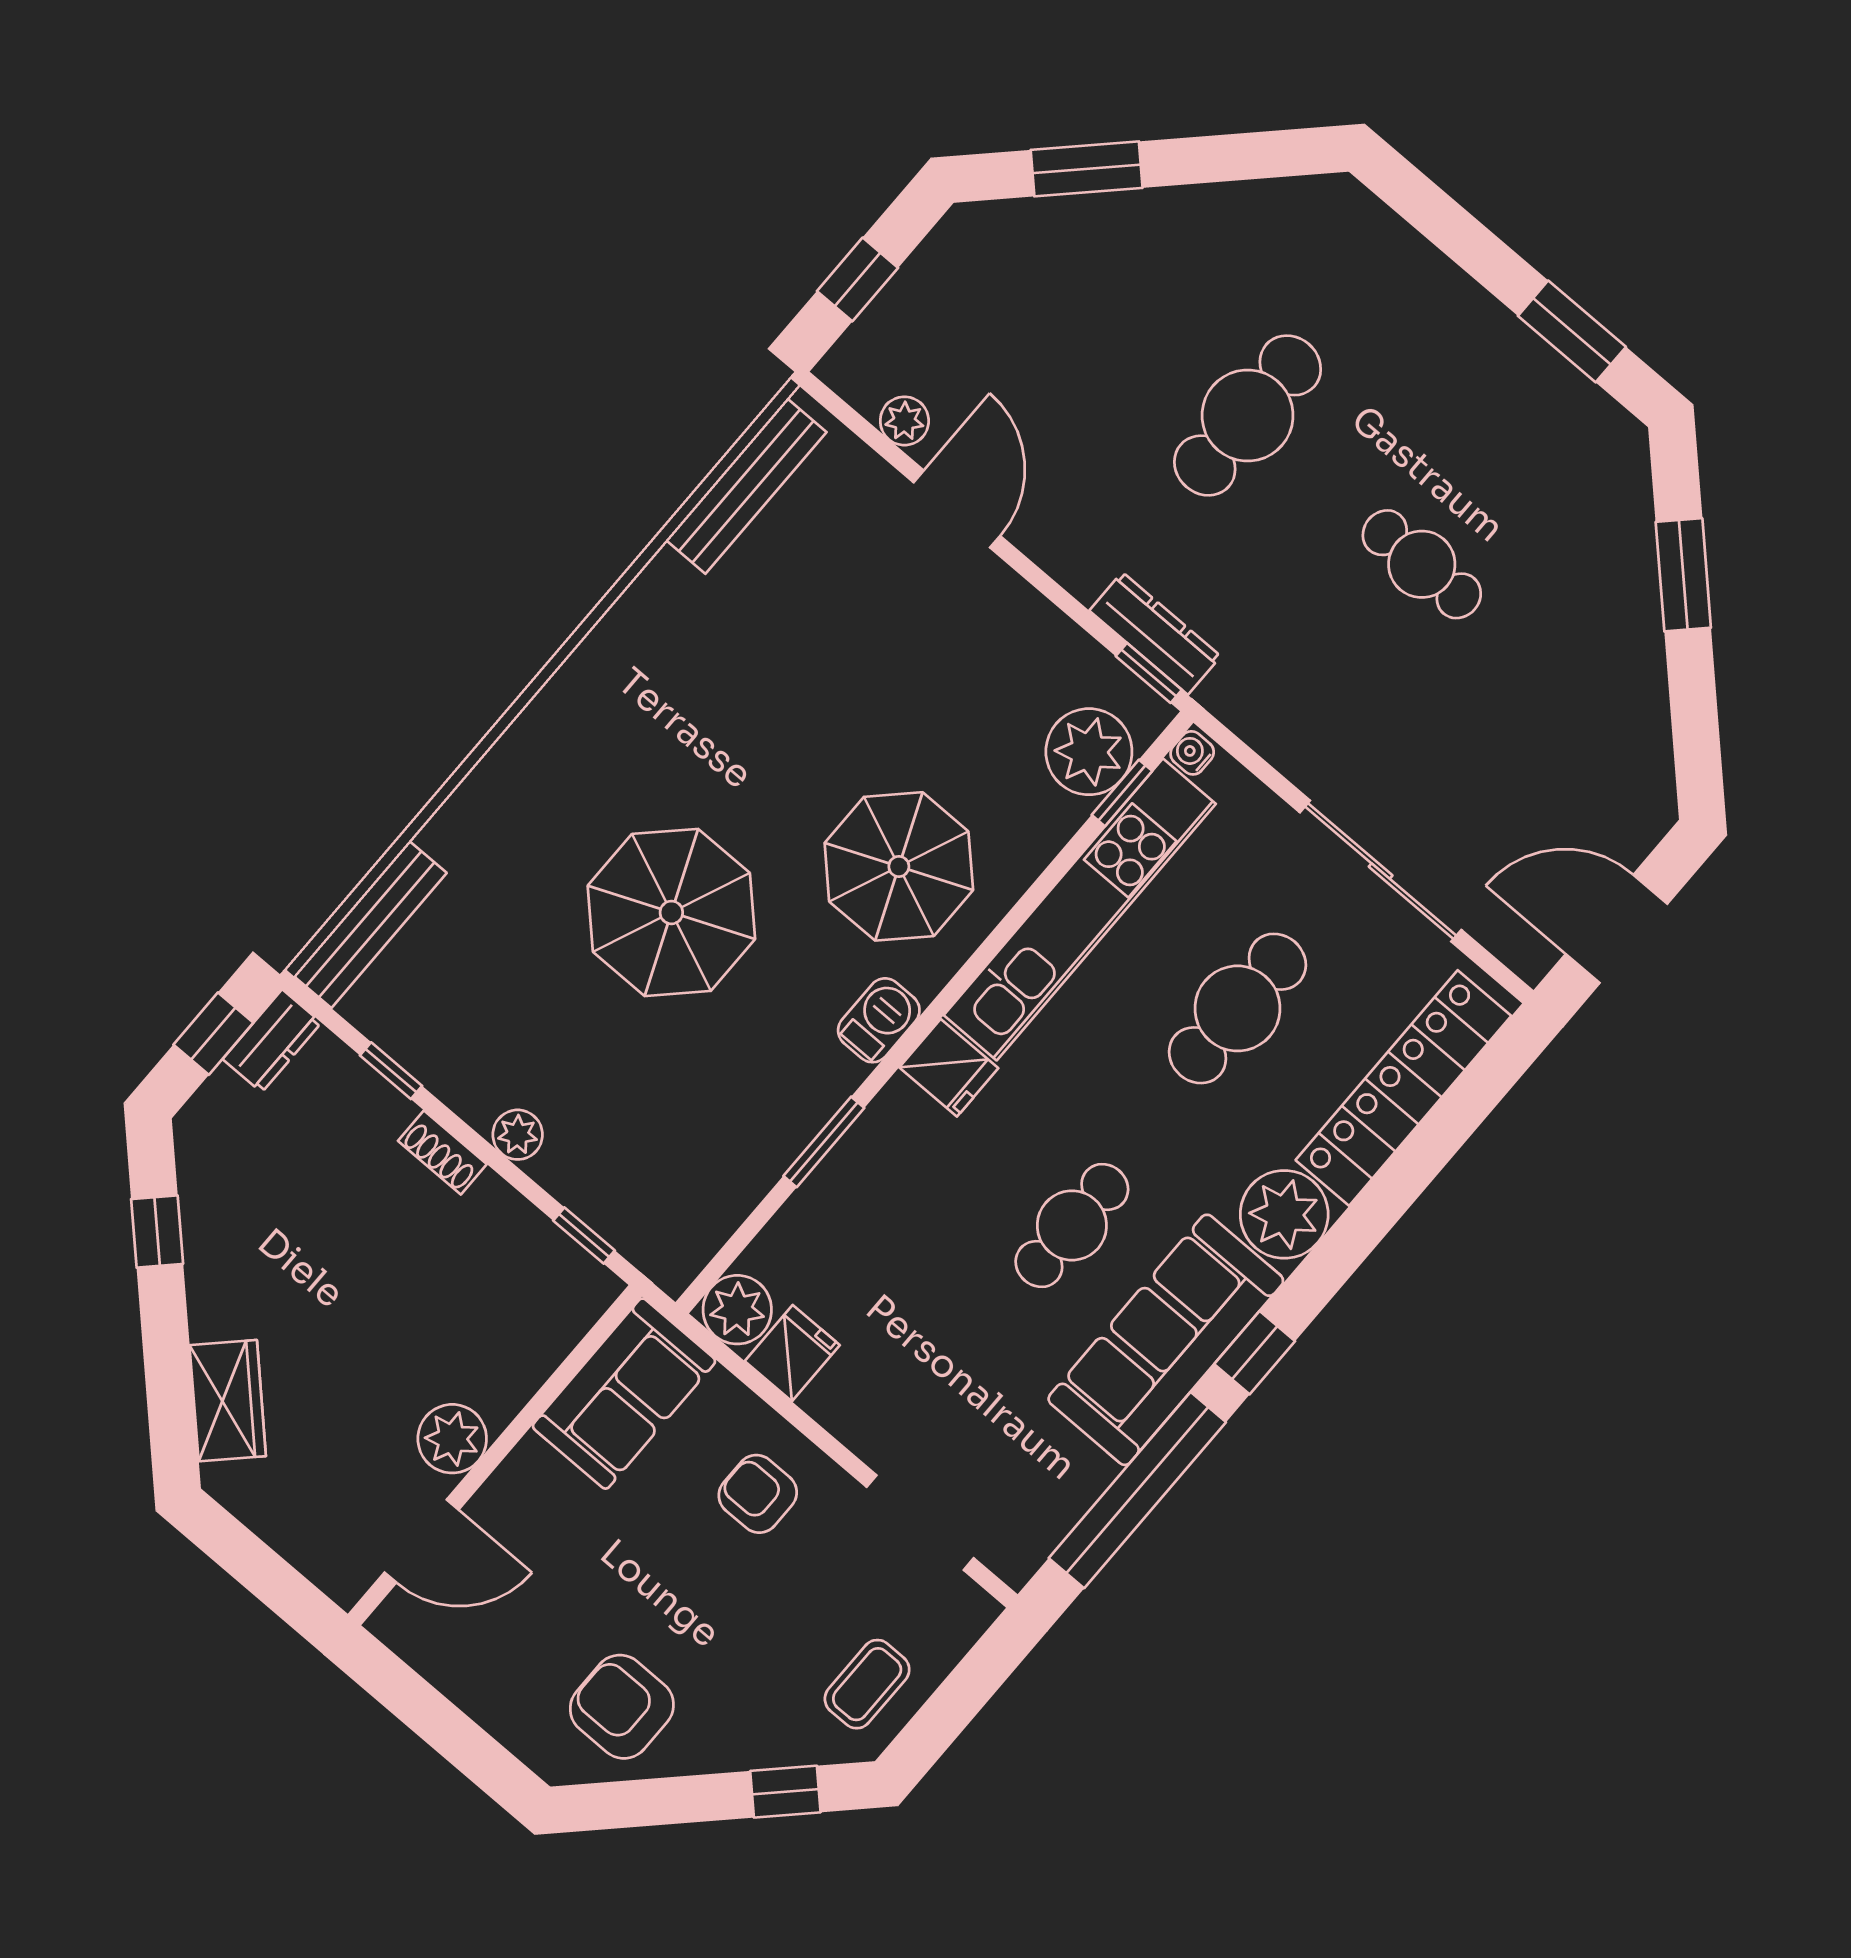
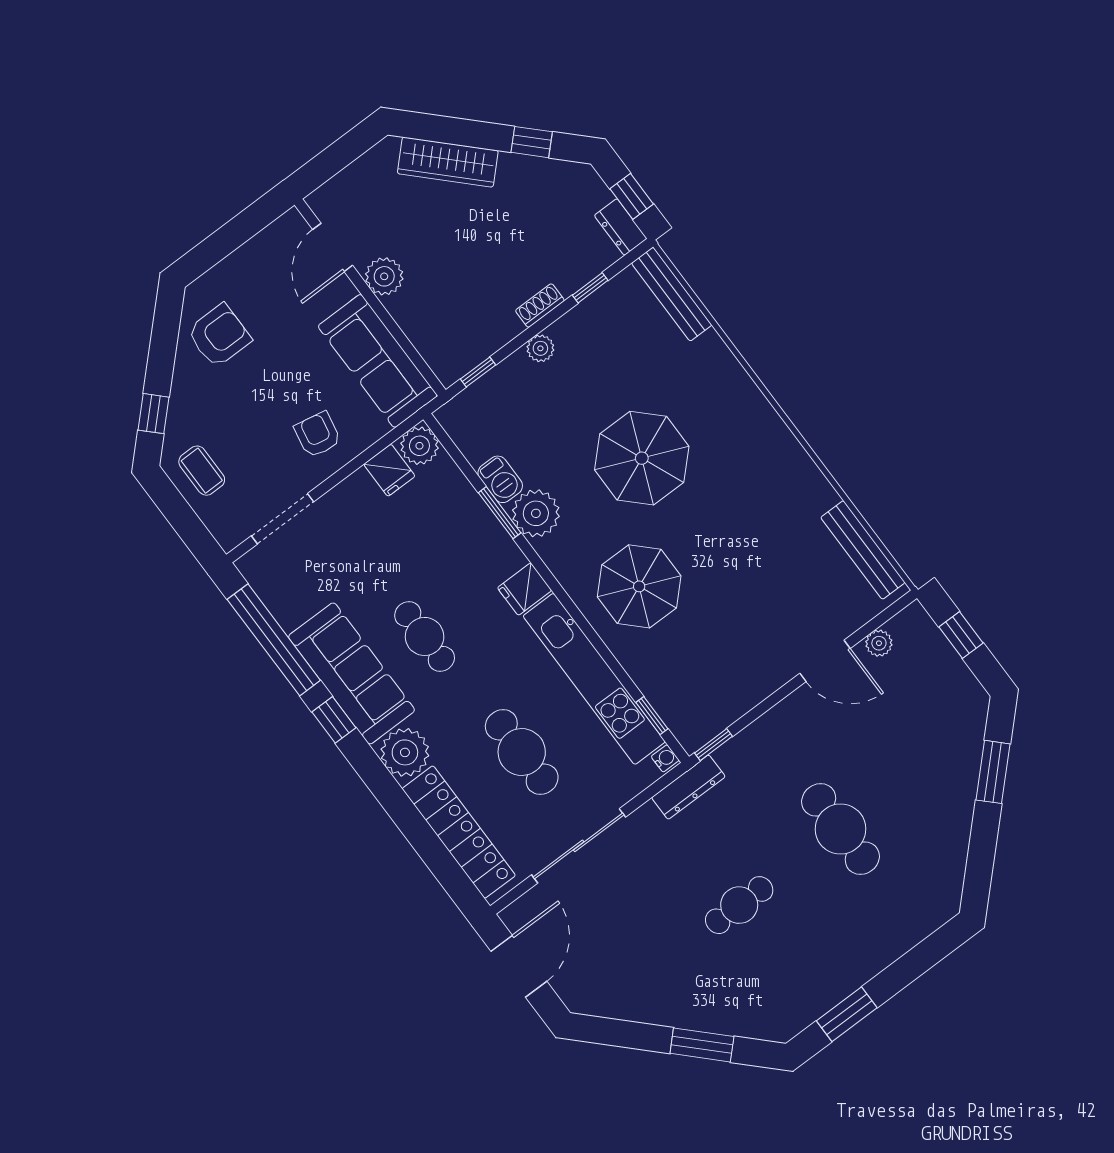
dresser: (1155, 633) -> (688, 787), moved
plant: (1089, 752) -> (536, 513), moved
barbecue: (879, 1020) -> (500, 479), moved
sofa: (624, 1394) -> (378, 361), width x1.36
wardrobe: (228, 1401) -> (448, 162), width x1.50
armchair: (758, 1494) -> (318, 435), turned -79

